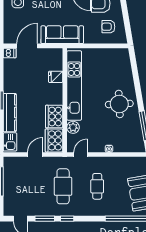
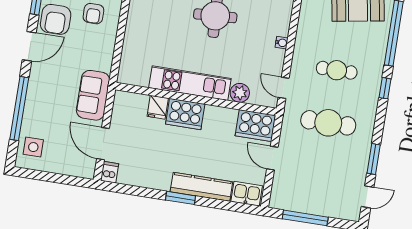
sofa: (62, 35) -> (93, 95), width x0.73
kitchen unit: (74, 85) -> (190, 83), width x0.73
cooker: (54, 117) -> (185, 114), moved
window: (67, 219) -> (385, 88), moved

